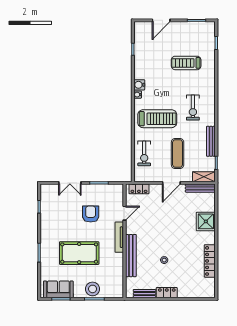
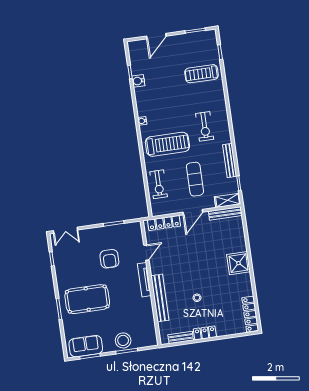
treadmill: (186, 63) -> (202, 74), moved
water cooler: (139, 85) -> (138, 81), moved
double door: (70, 183) -> (66, 230), moved
locker: (139, 189) -> (164, 223), width x1.53
armchair: (91, 214) -> (109, 259), turned 180
shower: (206, 221) -> (238, 263), moved
pool table: (79, 253) -> (87, 299), moved
locker: (210, 261) -> (250, 314), moved

